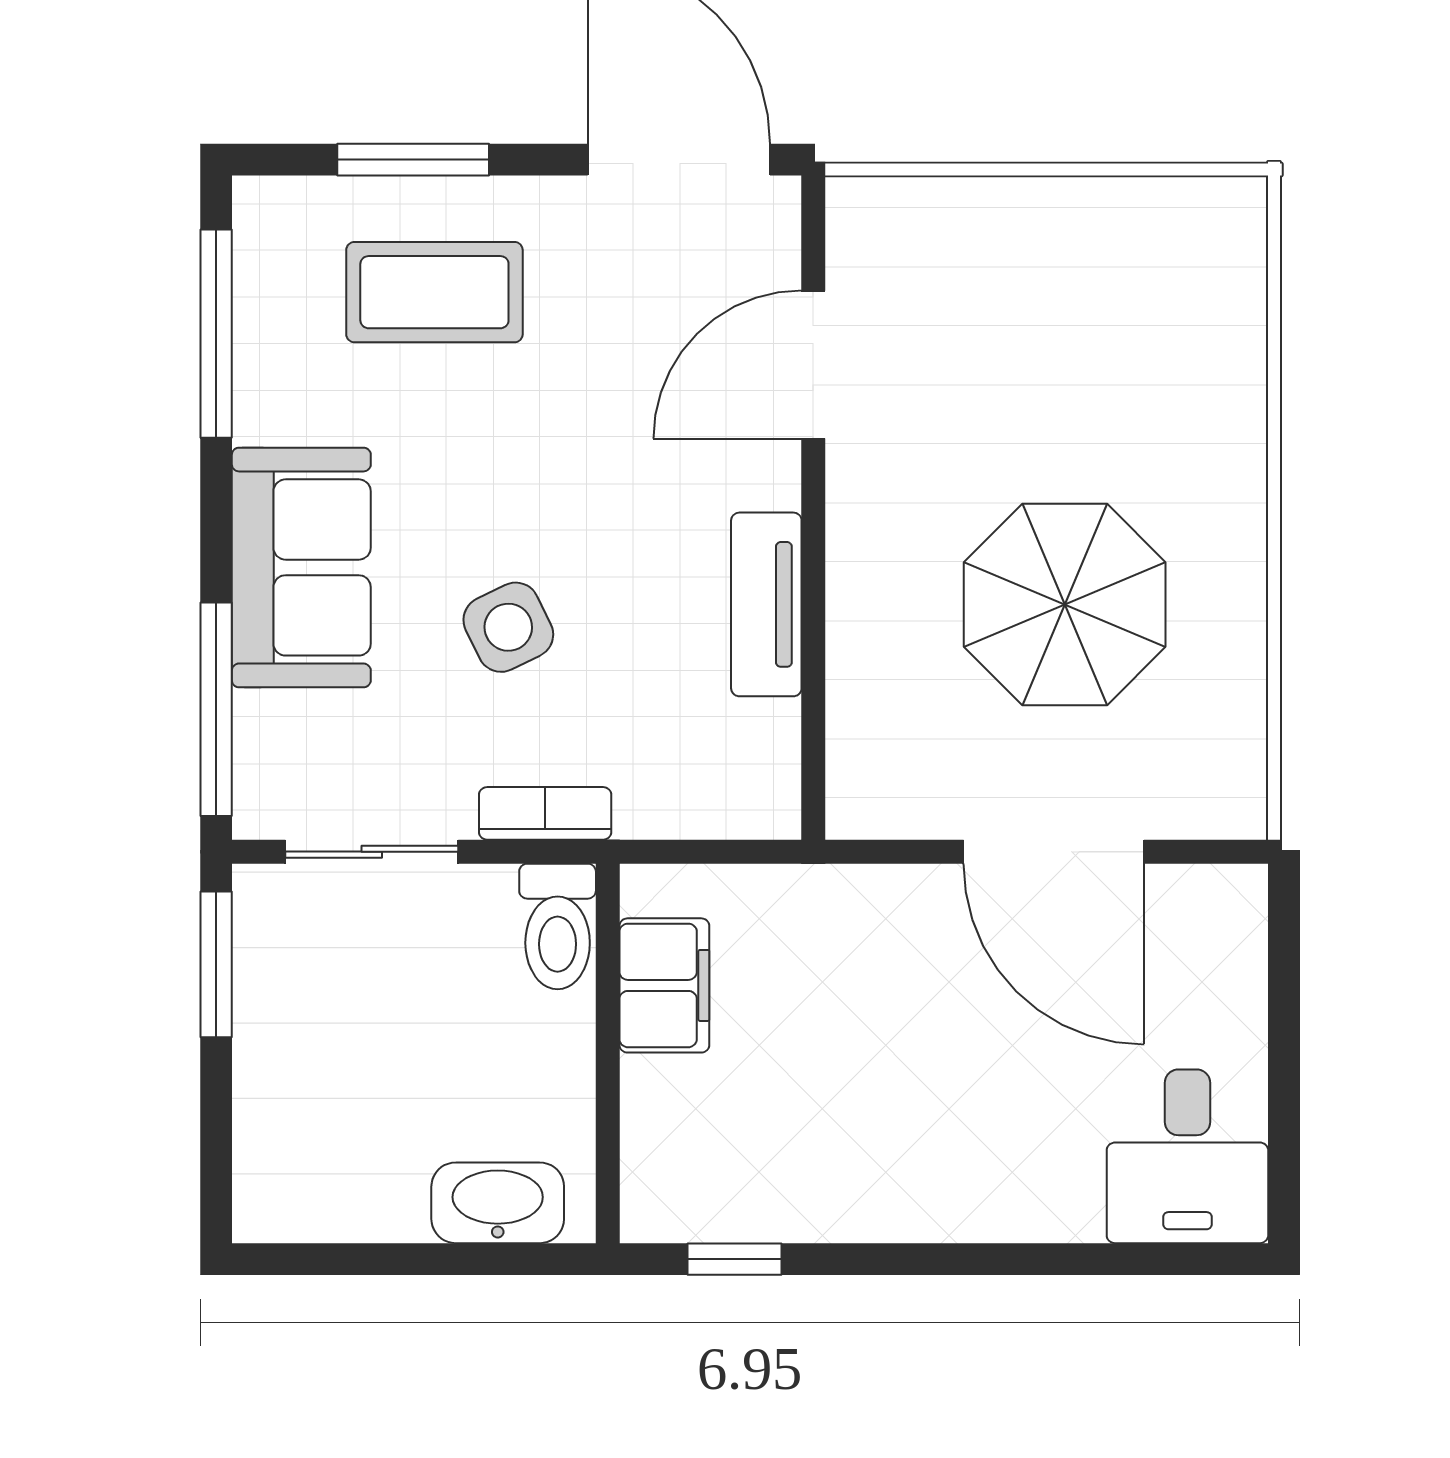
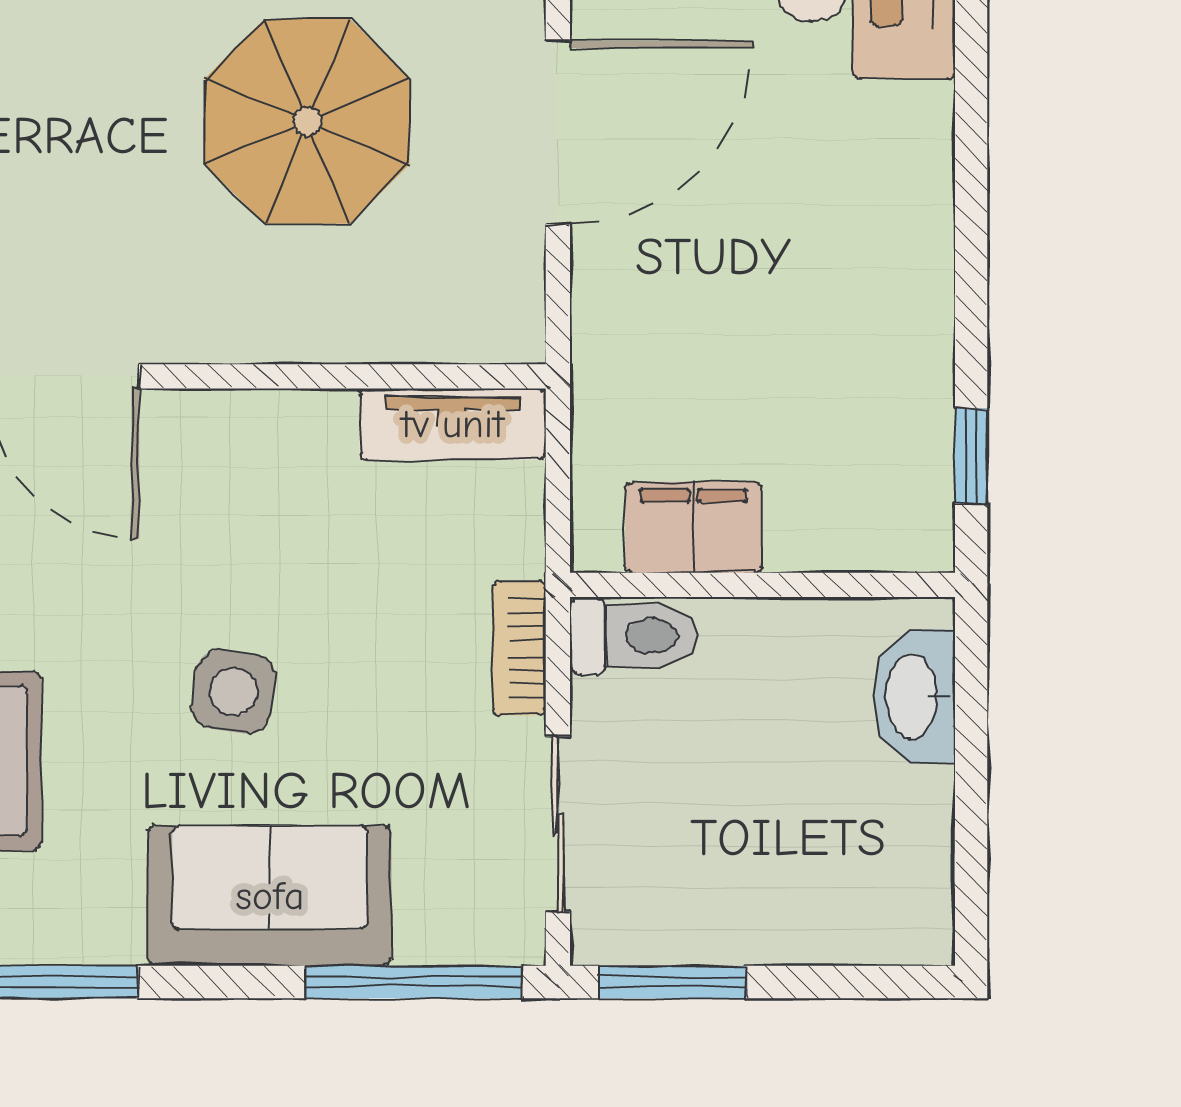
tv unit: (766, 604) -> (453, 424), moved
side table: (508, 627) -> (234, 692), moved, turned 34

